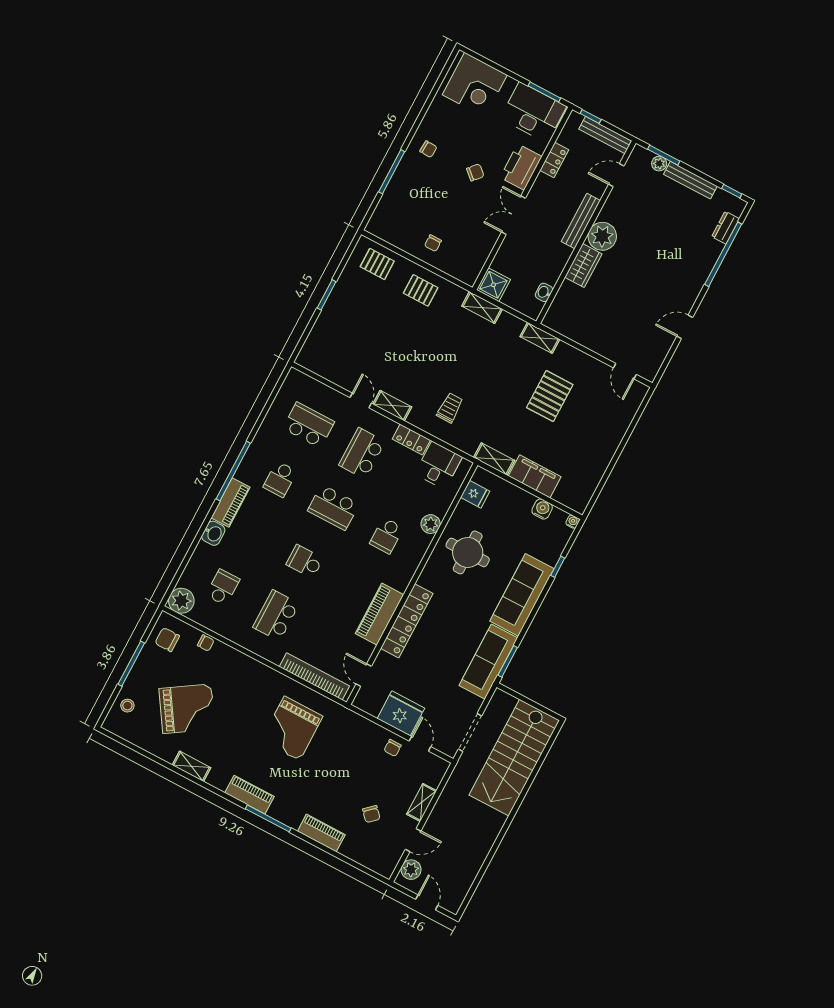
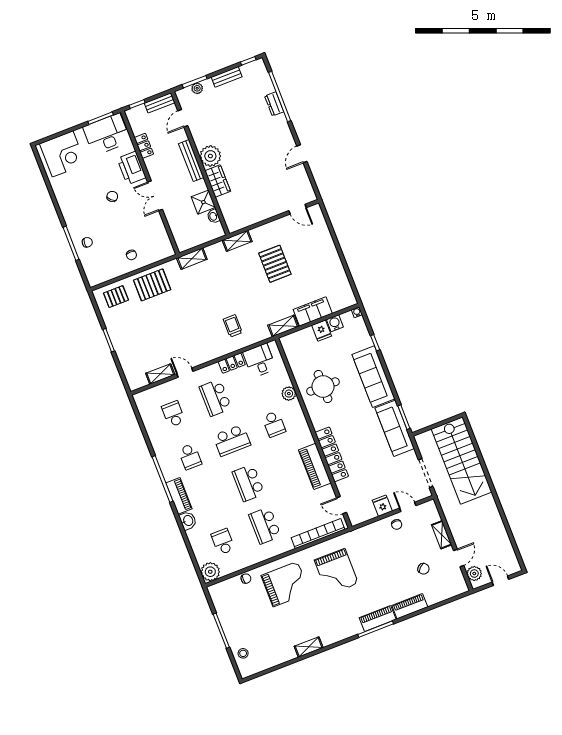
bench: (605, 135) -> (160, 103), width x0.73
chair: (428, 149) -> (87, 242), moved
bench: (690, 180) -> (227, 77), width x0.73
dresser: (726, 228) -> (274, 104), moved
shower: (493, 285) -> (203, 202), moved
pallet: (421, 290) -> (152, 285), width x1.50, depth x1.42
shelving: (392, 406) -> (160, 374), moved
school desk: (309, 425) -> (173, 414), width x0.54
fridge: (475, 494) -> (322, 331), moved, turned 90
school desk: (305, 561) -> (248, 483), width x1.85
chair: (167, 640) -> (225, 599), removed
grand piano: (187, 709) -> (285, 584), moved, turned 33
fridge: (401, 713) -> (382, 506), width x0.53, depth x0.75
piano: (250, 795) -> (378, 618), moved

